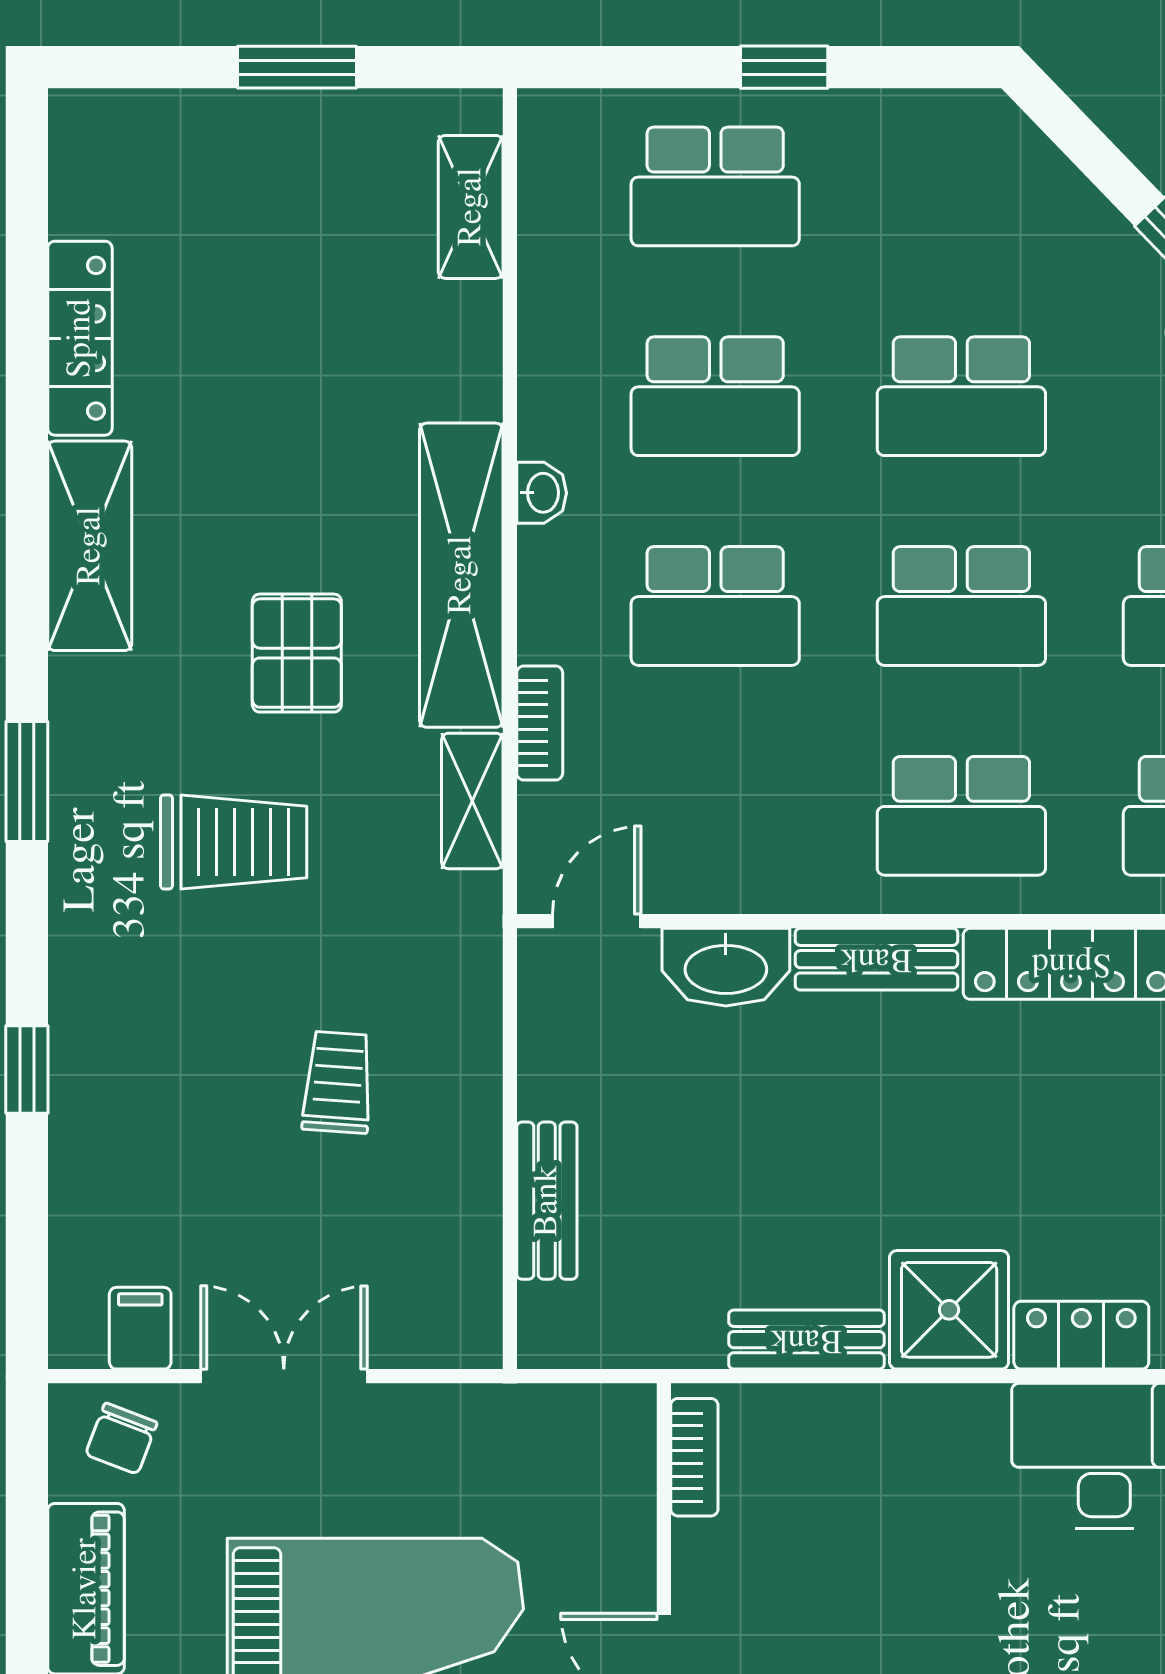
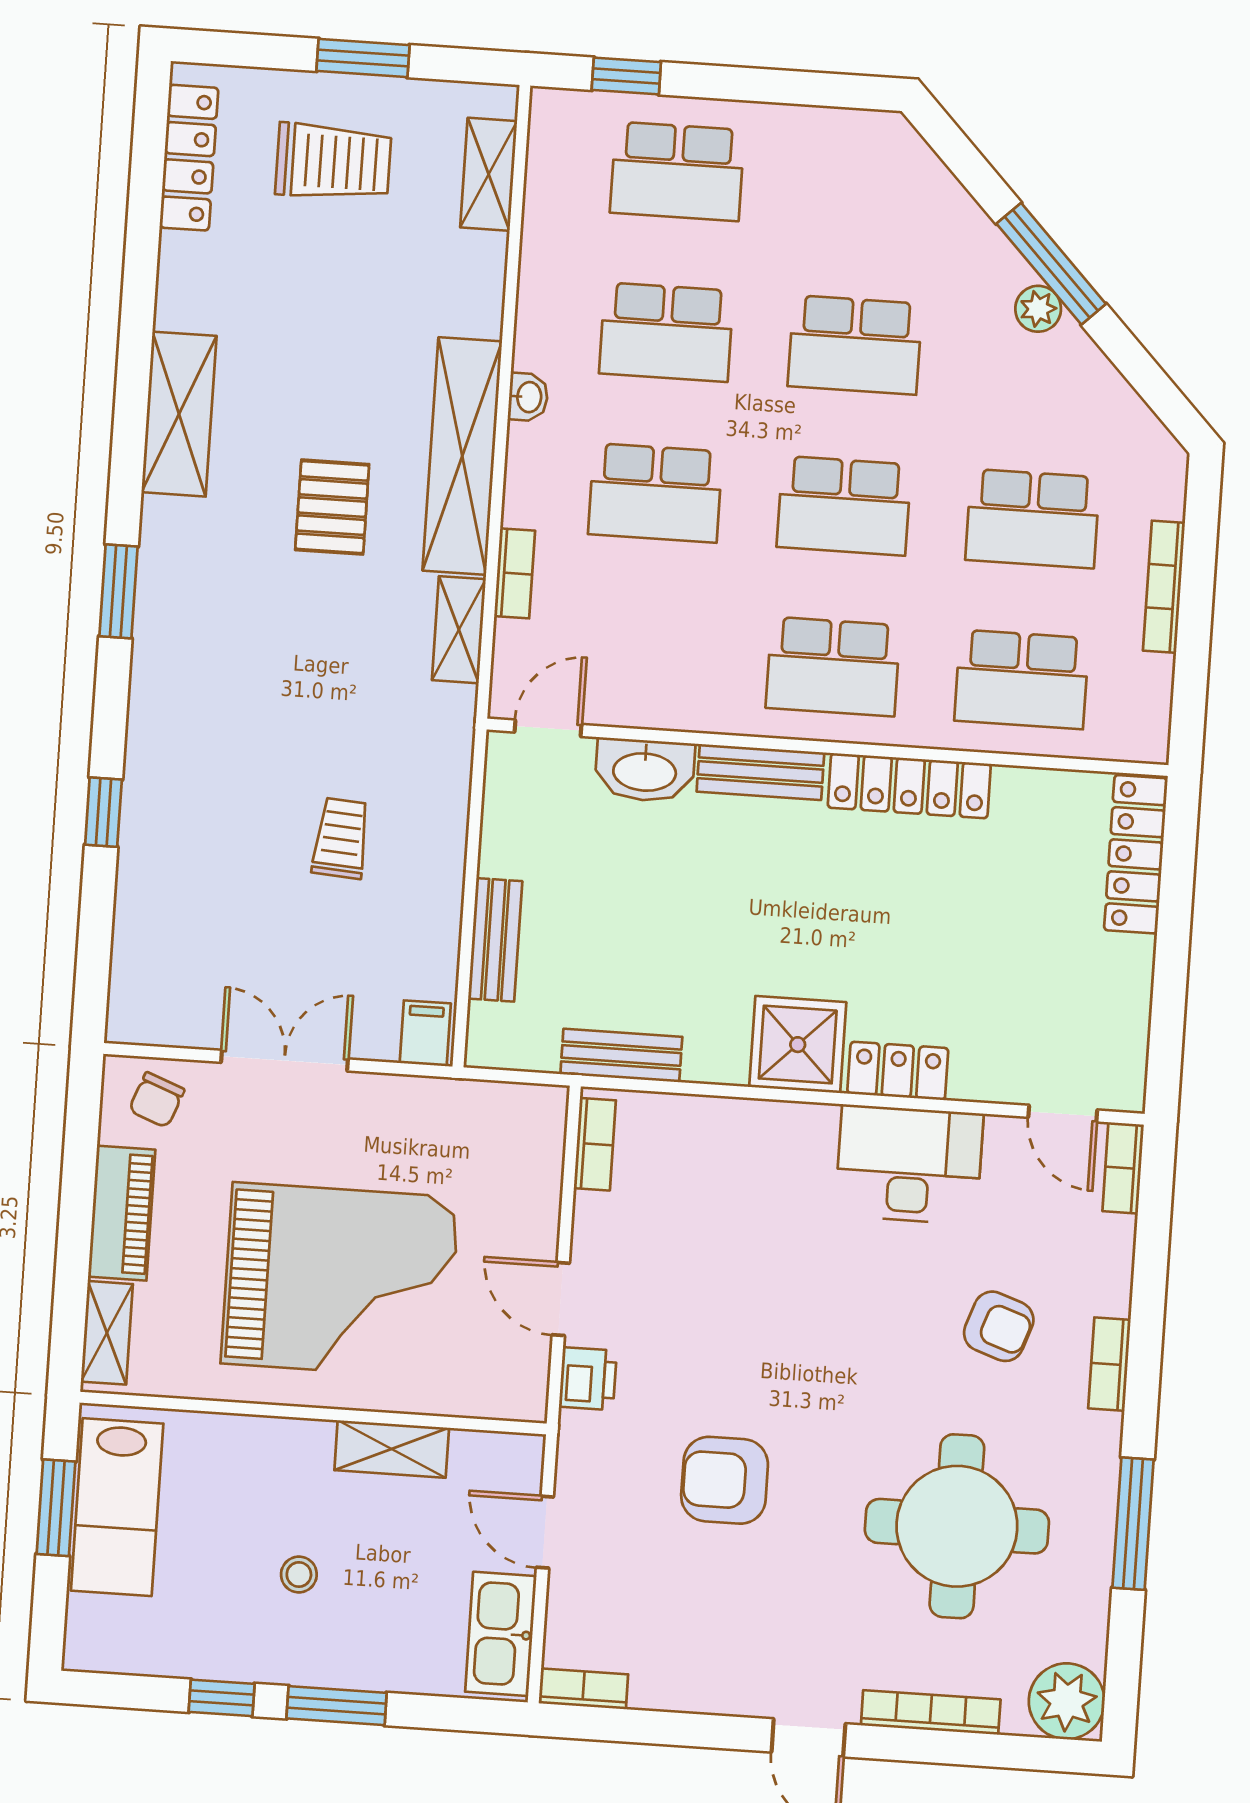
window: (784, 67) -> (626, 76), moved
locker: (80, 338) -> (189, 158), moved
trolley: (234, 842) -> (333, 162), moved
filing cabinet: (140, 1328) -> (425, 1033), moved
bench: (806, 1340) -> (621, 1055), moved

